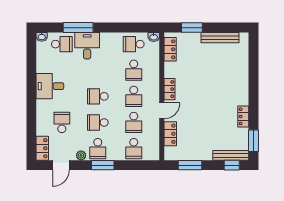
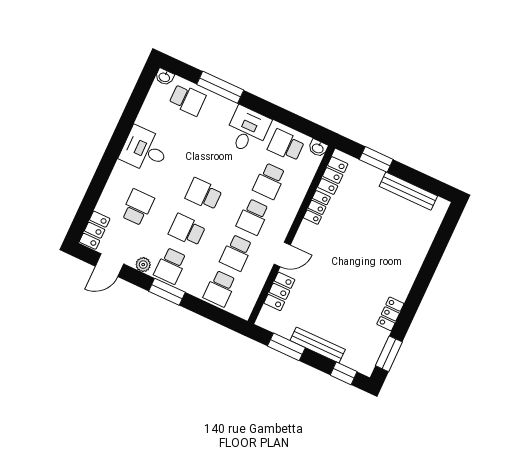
desk: (87, 46) -> (247, 130), moved
locker: (170, 89) -> (317, 207), moved
bench: (231, 155) -> (318, 345), moved

